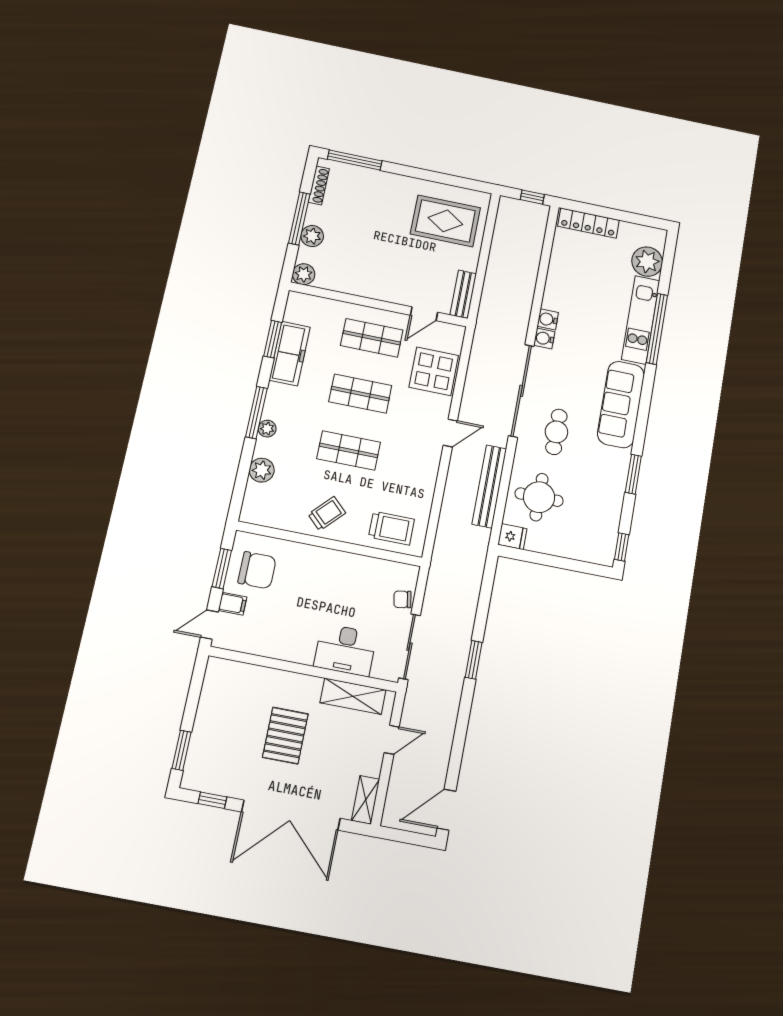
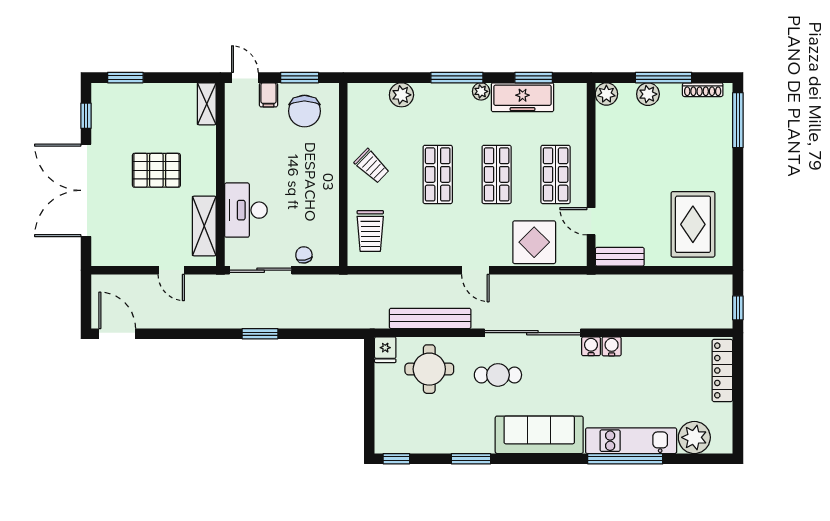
plant: (267, 429) -> (481, 91), moved
shelving: (366, 800) -> (207, 104), moved, turned 90

